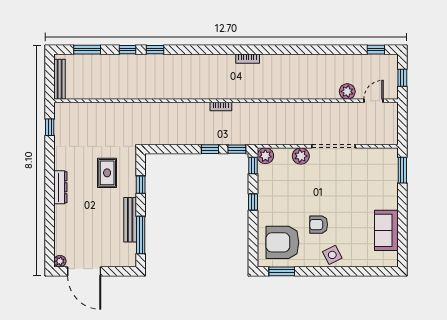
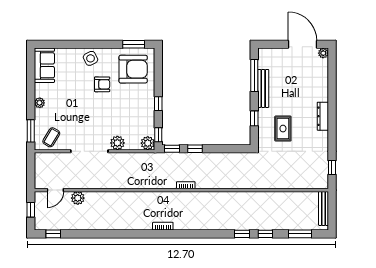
coffee table: (378, 163) -> (51, 137), added
plant: (392, 203) -> (40, 103), added
sofa: (386, 230) -> (44, 65), moved

